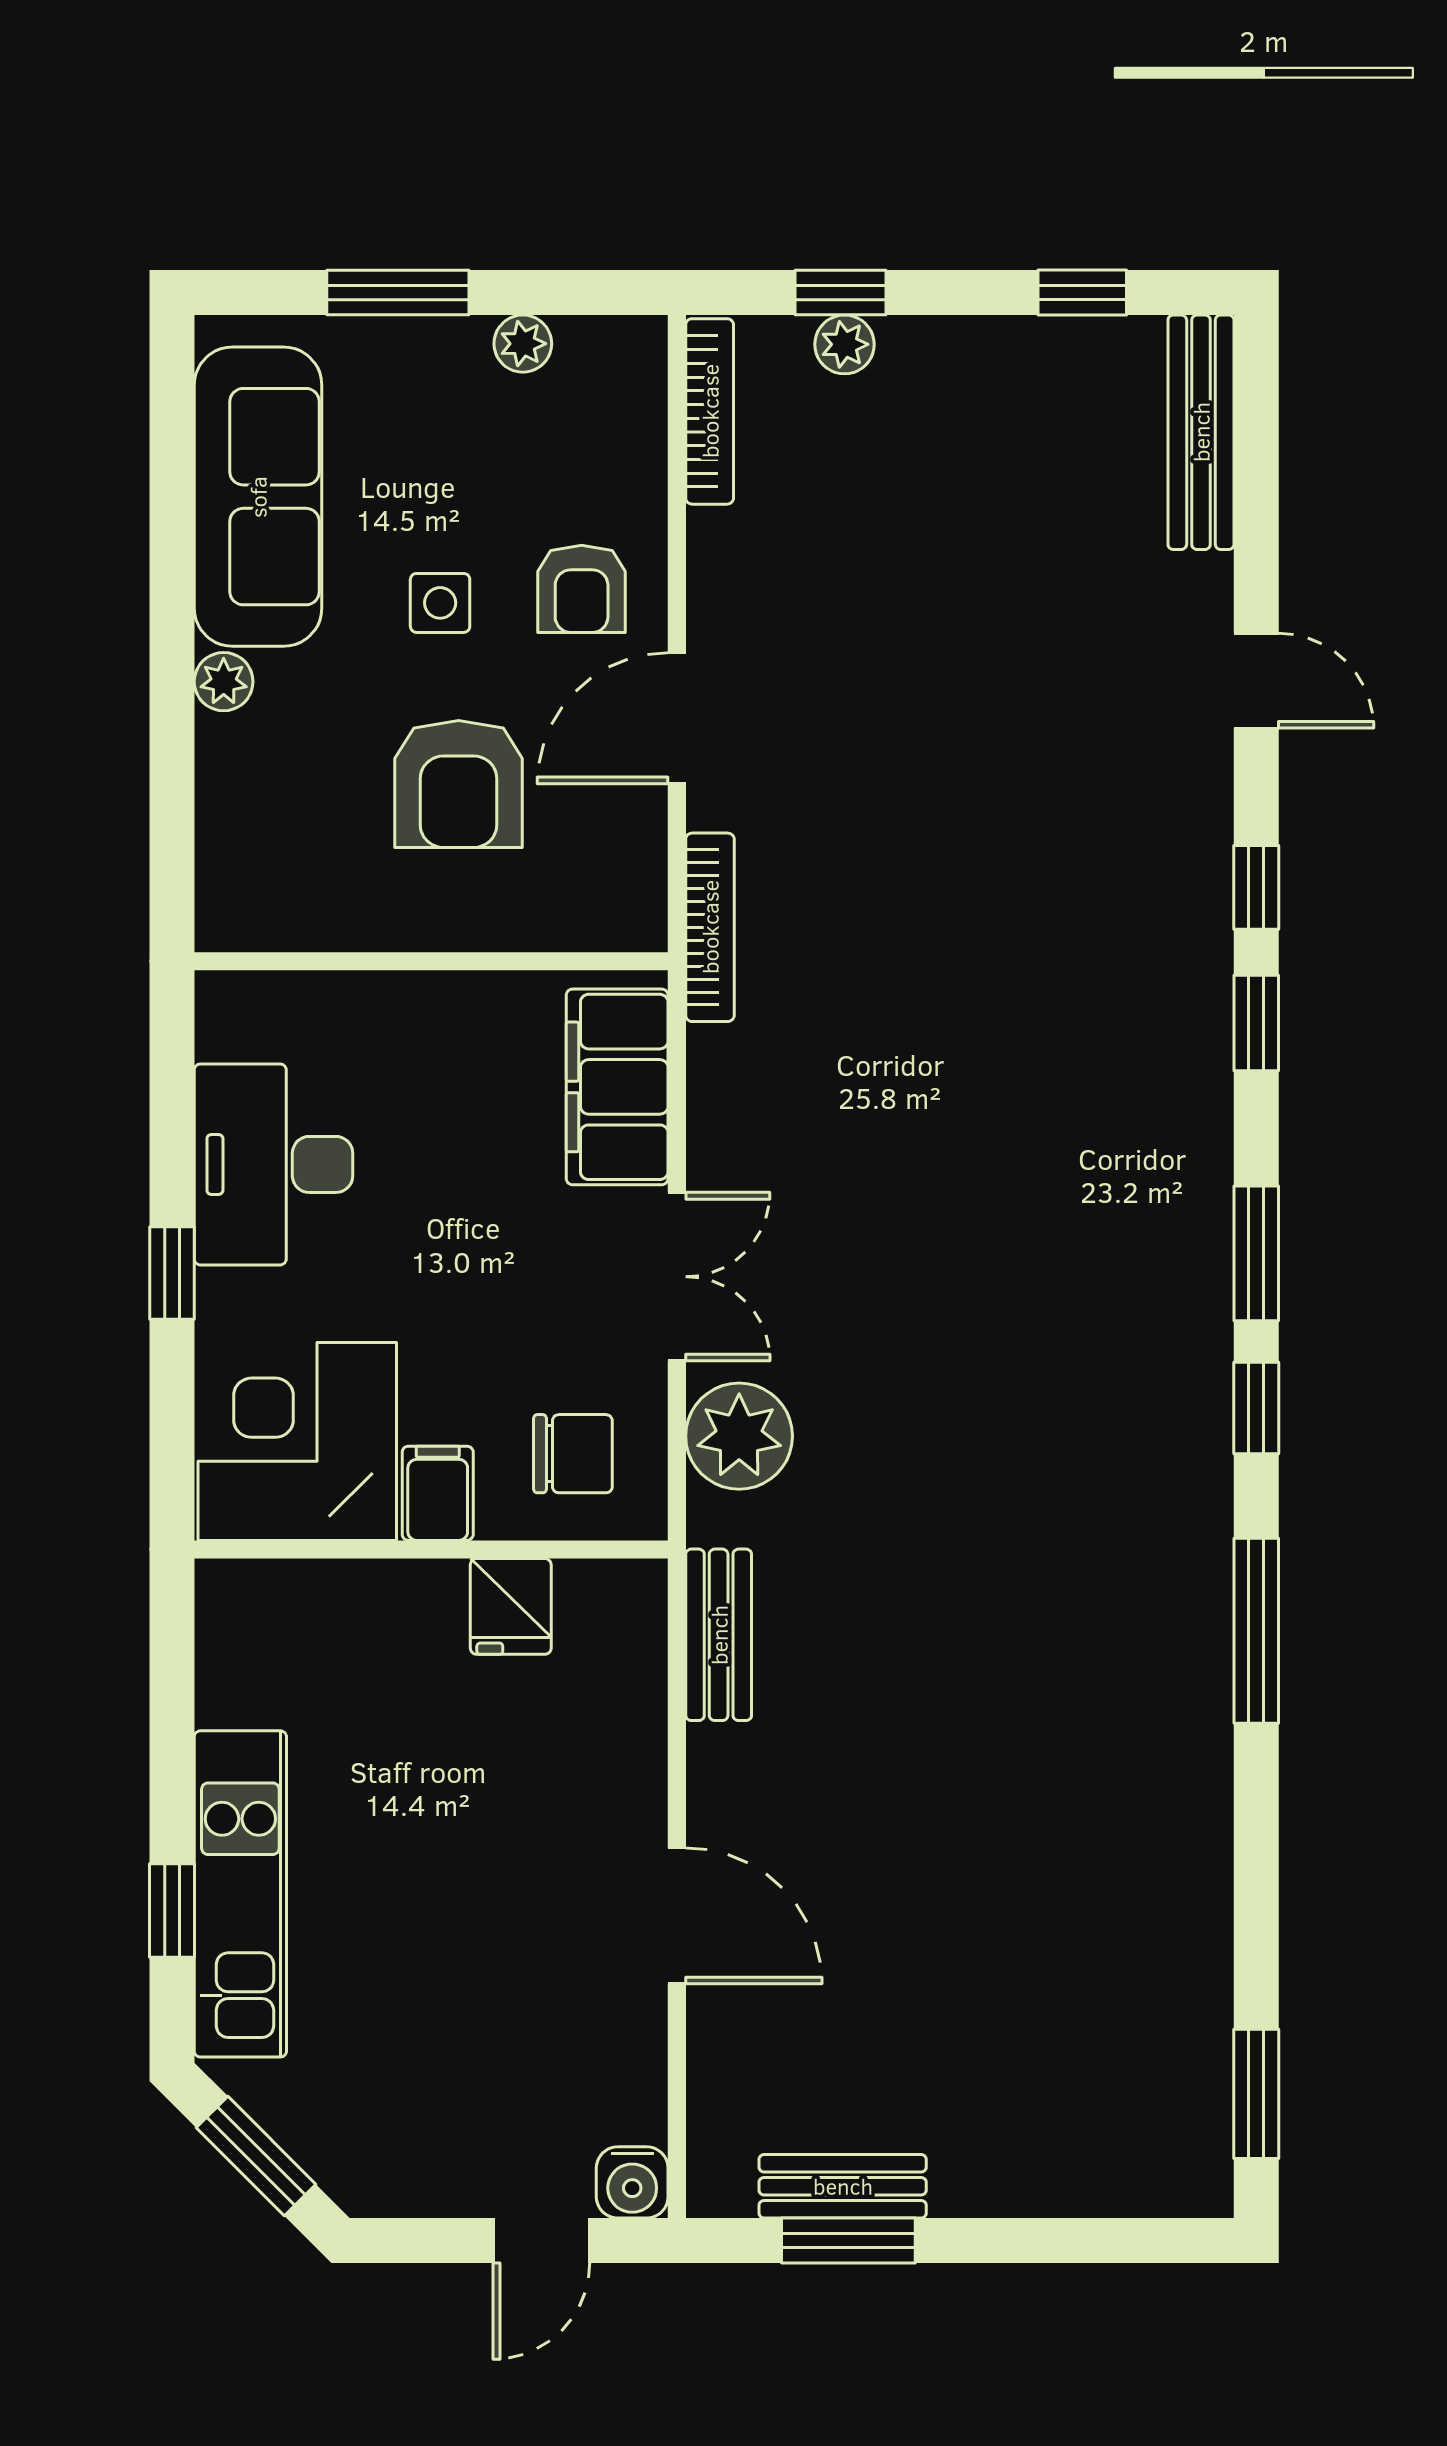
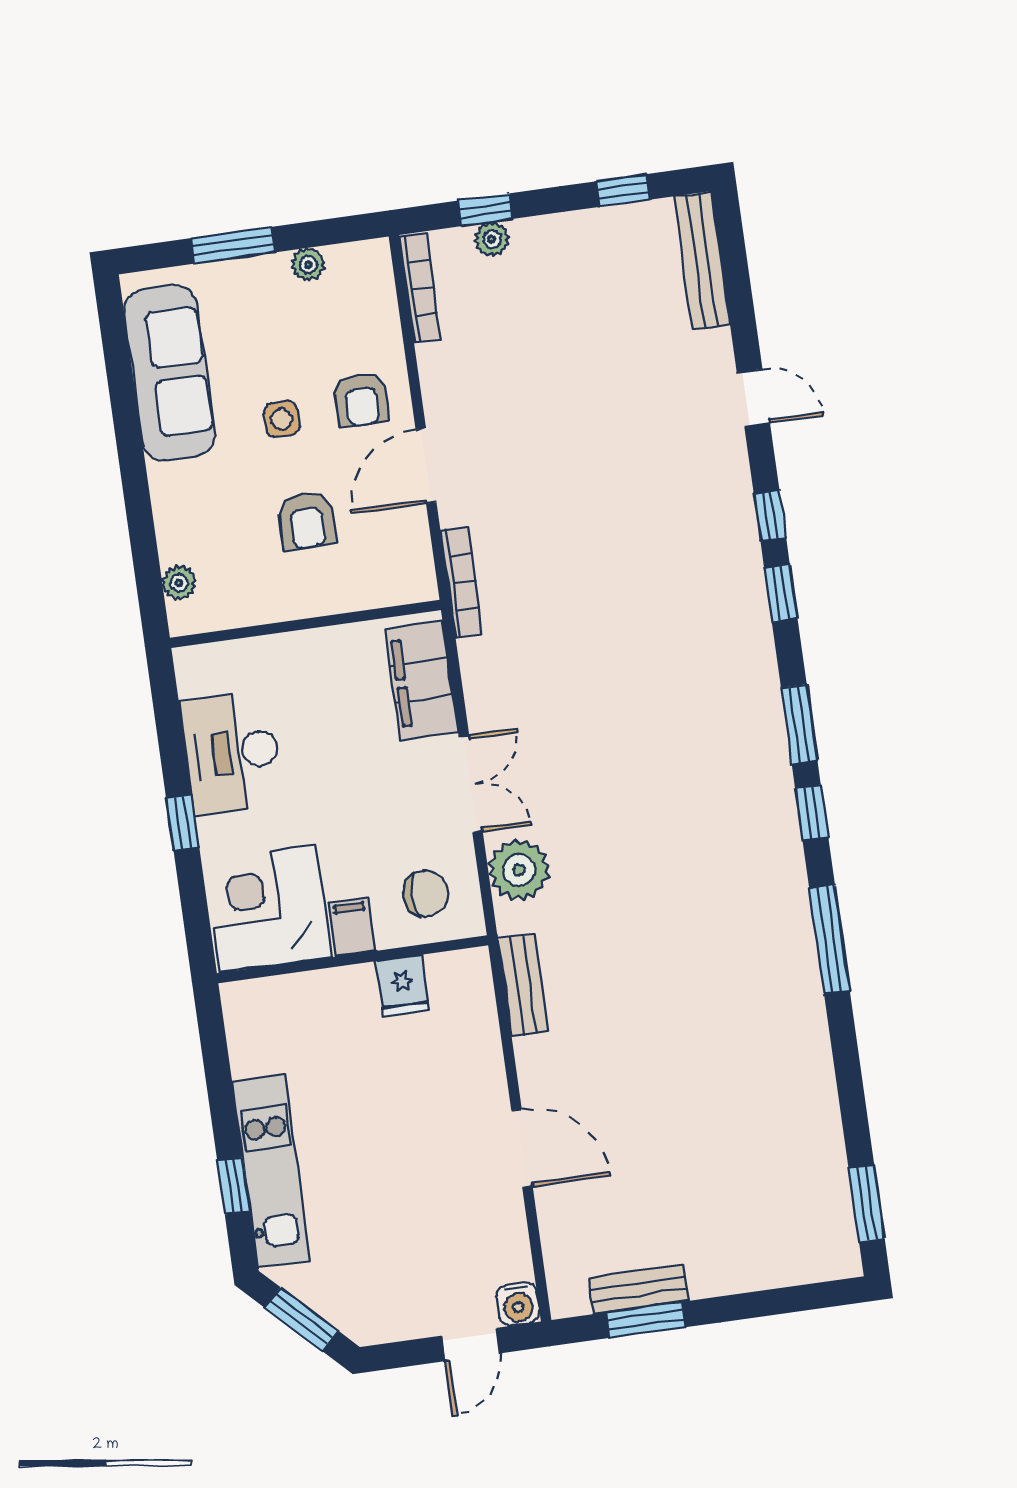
plant: (224, 682) -> (179, 583), moved
armchair: (459, 784) -> (307, 521), width x0.72, depth x0.72

